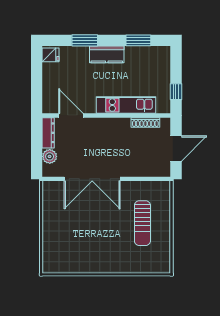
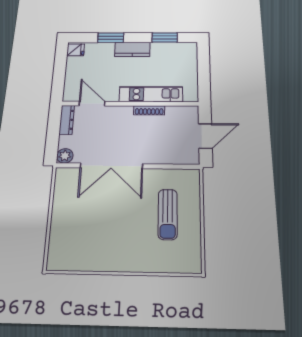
window: (176, 92) -> (204, 82), removed
shoe rack: (145, 122) -> (149, 110), moved
plant: (50, 156) -> (65, 156), moved

